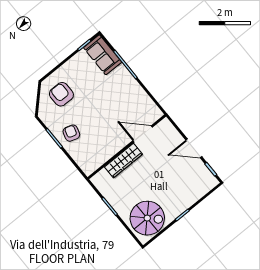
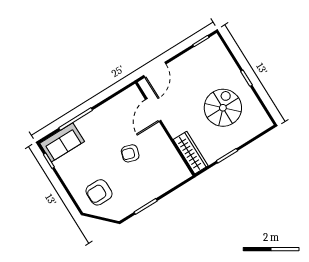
armchair: (71, 133) -> (130, 153), moved
door: (194, 148) -> (155, 70), moved
wardrobe: (123, 161) -> (191, 153), moved
spiral stairs: (147, 218) -> (223, 108), moved

